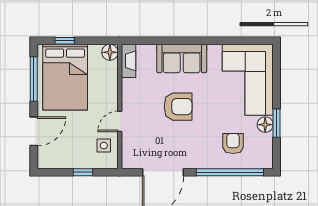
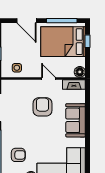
armchair: (178, 107) -> (43, 107), moved, turned 180
door: (120, 121) -> (48, 78), moved

